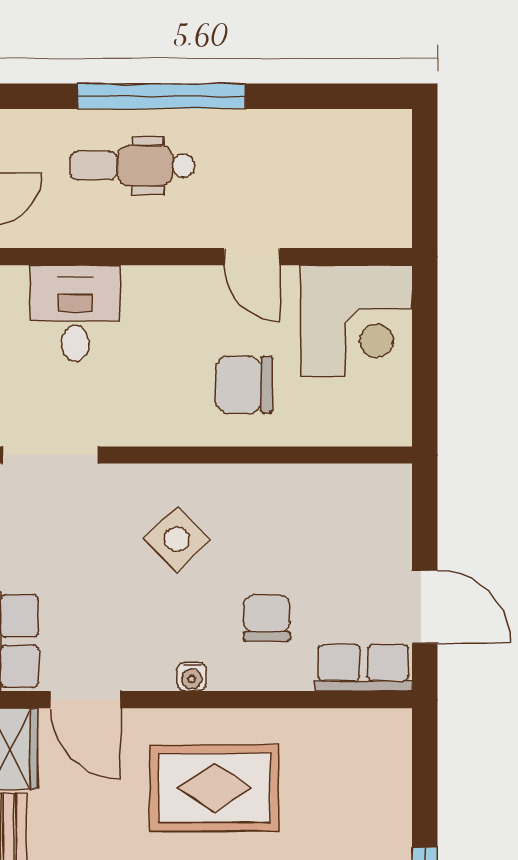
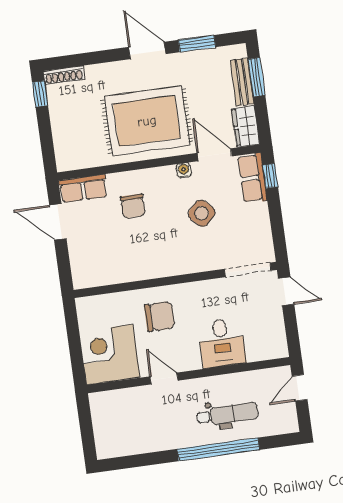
desk: (75, 313) -> (222, 343), moved
side table: (177, 539) -> (202, 213), moved
water cooler: (192, 677) -> (184, 170), moved
rug: (214, 788) -> (147, 121), width x1.37, depth x1.44

